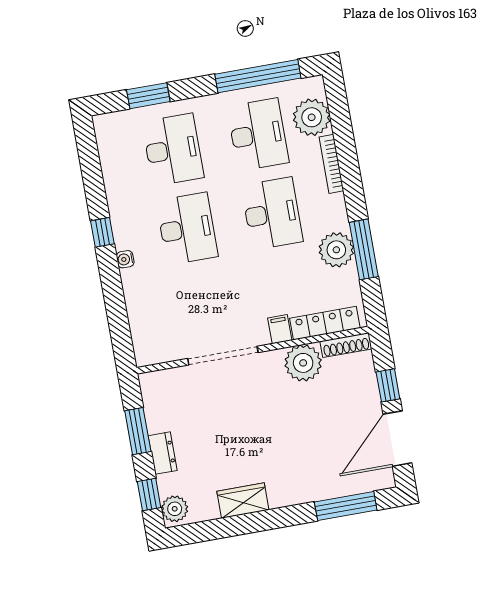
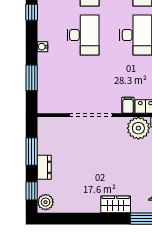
window: (102, 232) -> (32, 12), moved
window: (117, 312) -> (32, 78), added
wardrobe: (243, 501) -> (116, 204), moved

